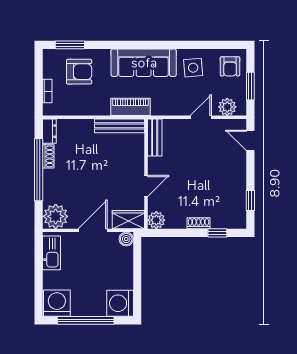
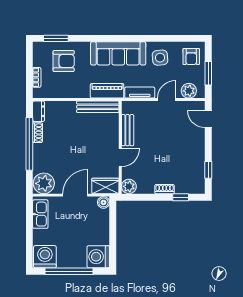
tv unit: (169, 109) -> (140, 93), added
bench: (155, 137) -> (128, 130), moved

